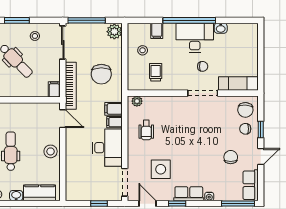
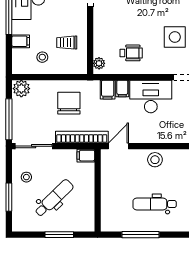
chair: (101, 74) -> (69, 103), turned -90

